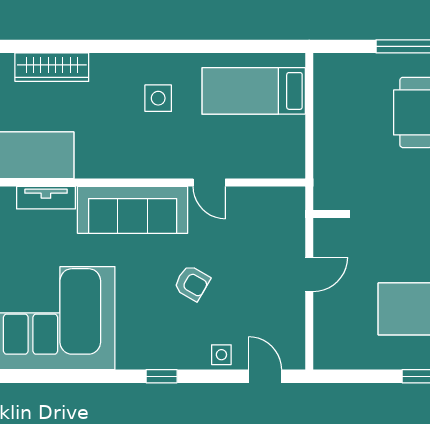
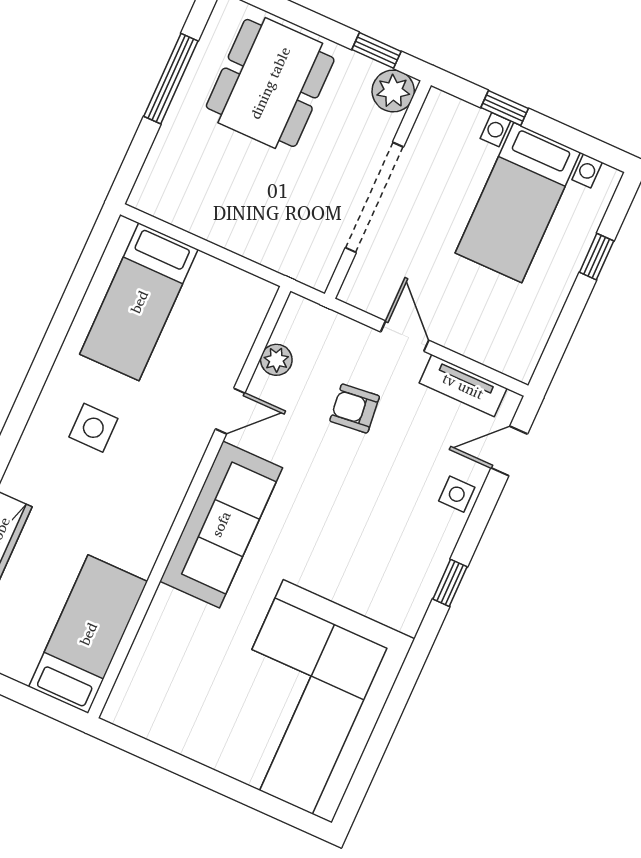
tv unit: (46, 198) -> (463, 386), moved, turned 90
plant: (256, 198) -> (276, 360), added
armchair: (192, 283) -> (355, 408), moved, turned -126

